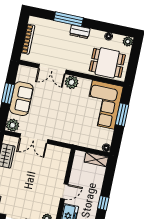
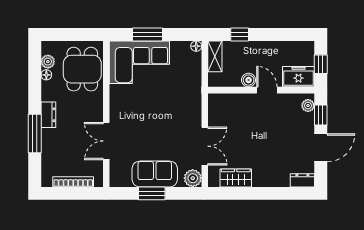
plant: (128, 41) -> (48, 62), moved
double door: (52, 69) -> (106, 141), swing flipped
plant: (72, 82) -> (118, 111), removed
boiler: (74, 180) -> (249, 80), added
window: (103, 203) -> (240, 34), moved

